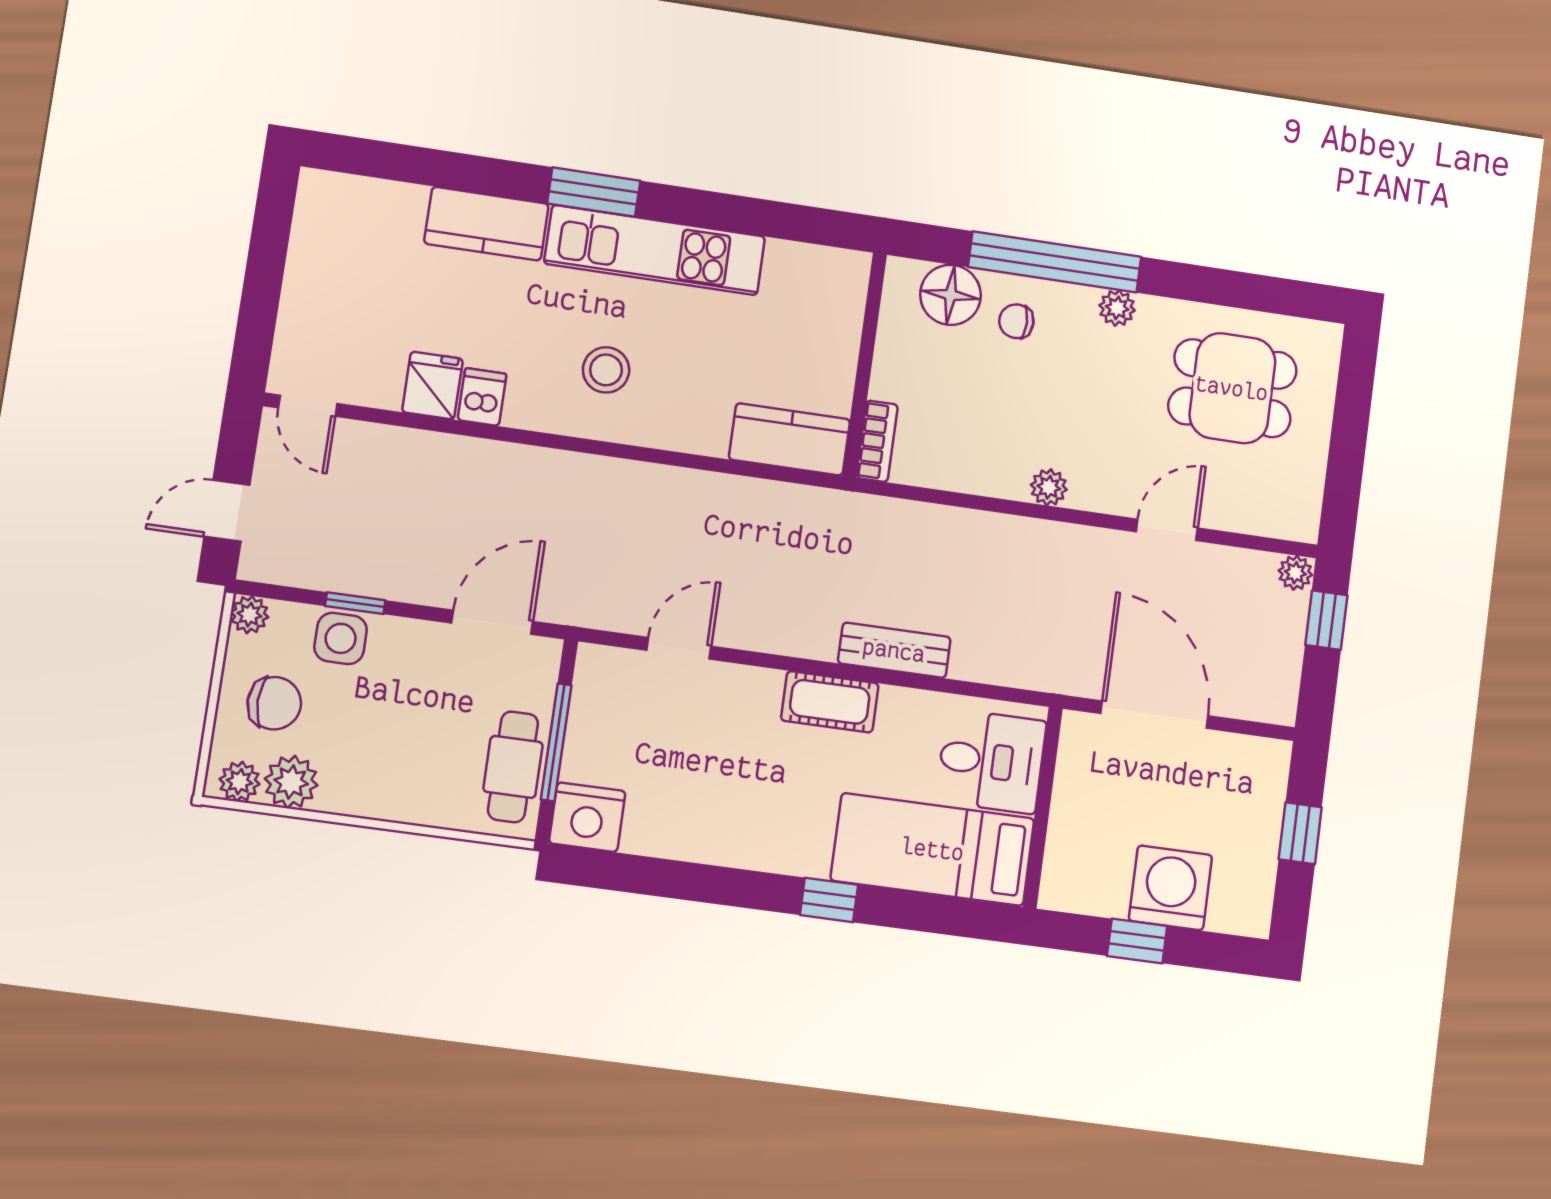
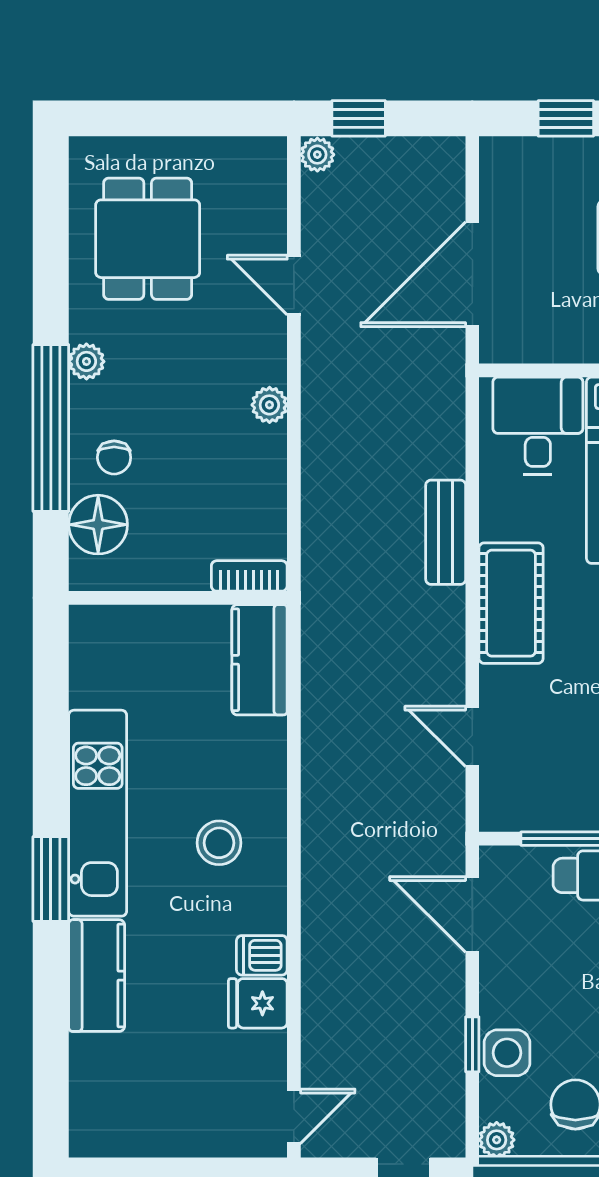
cot: (830, 702) -> (511, 603), width x1.37, depth x1.34

